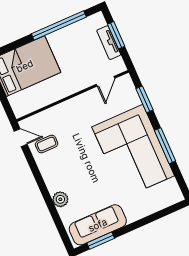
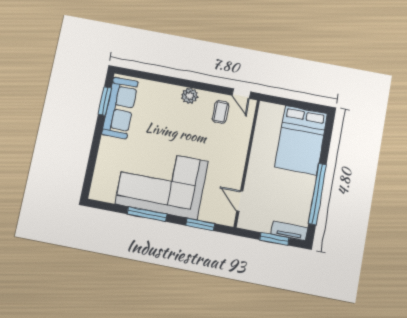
tv unit: (109, 43) -> (289, 231), moved
door: (21, 138) -> (241, 94), hinge flipped
plant: (60, 199) -> (190, 96), moved

